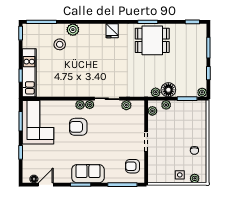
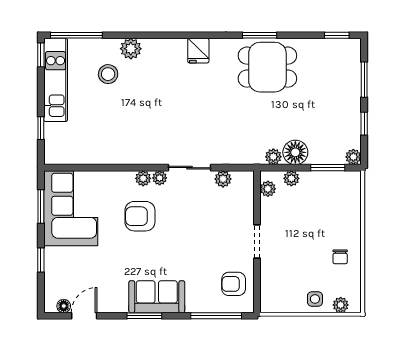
kitchen unit: (29, 73) -> (56, 80), moved

